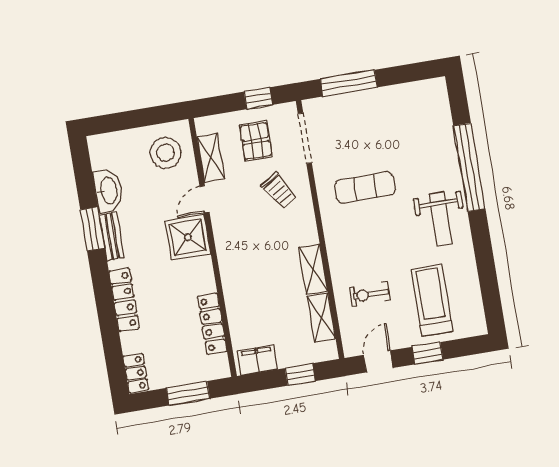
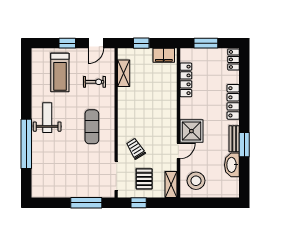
shelving: (211, 158) -> (171, 185), moved
exercise mat: (365, 187) -> (92, 127), moved, turned 90
shelving: (313, 269) -> (124, 101), removed

